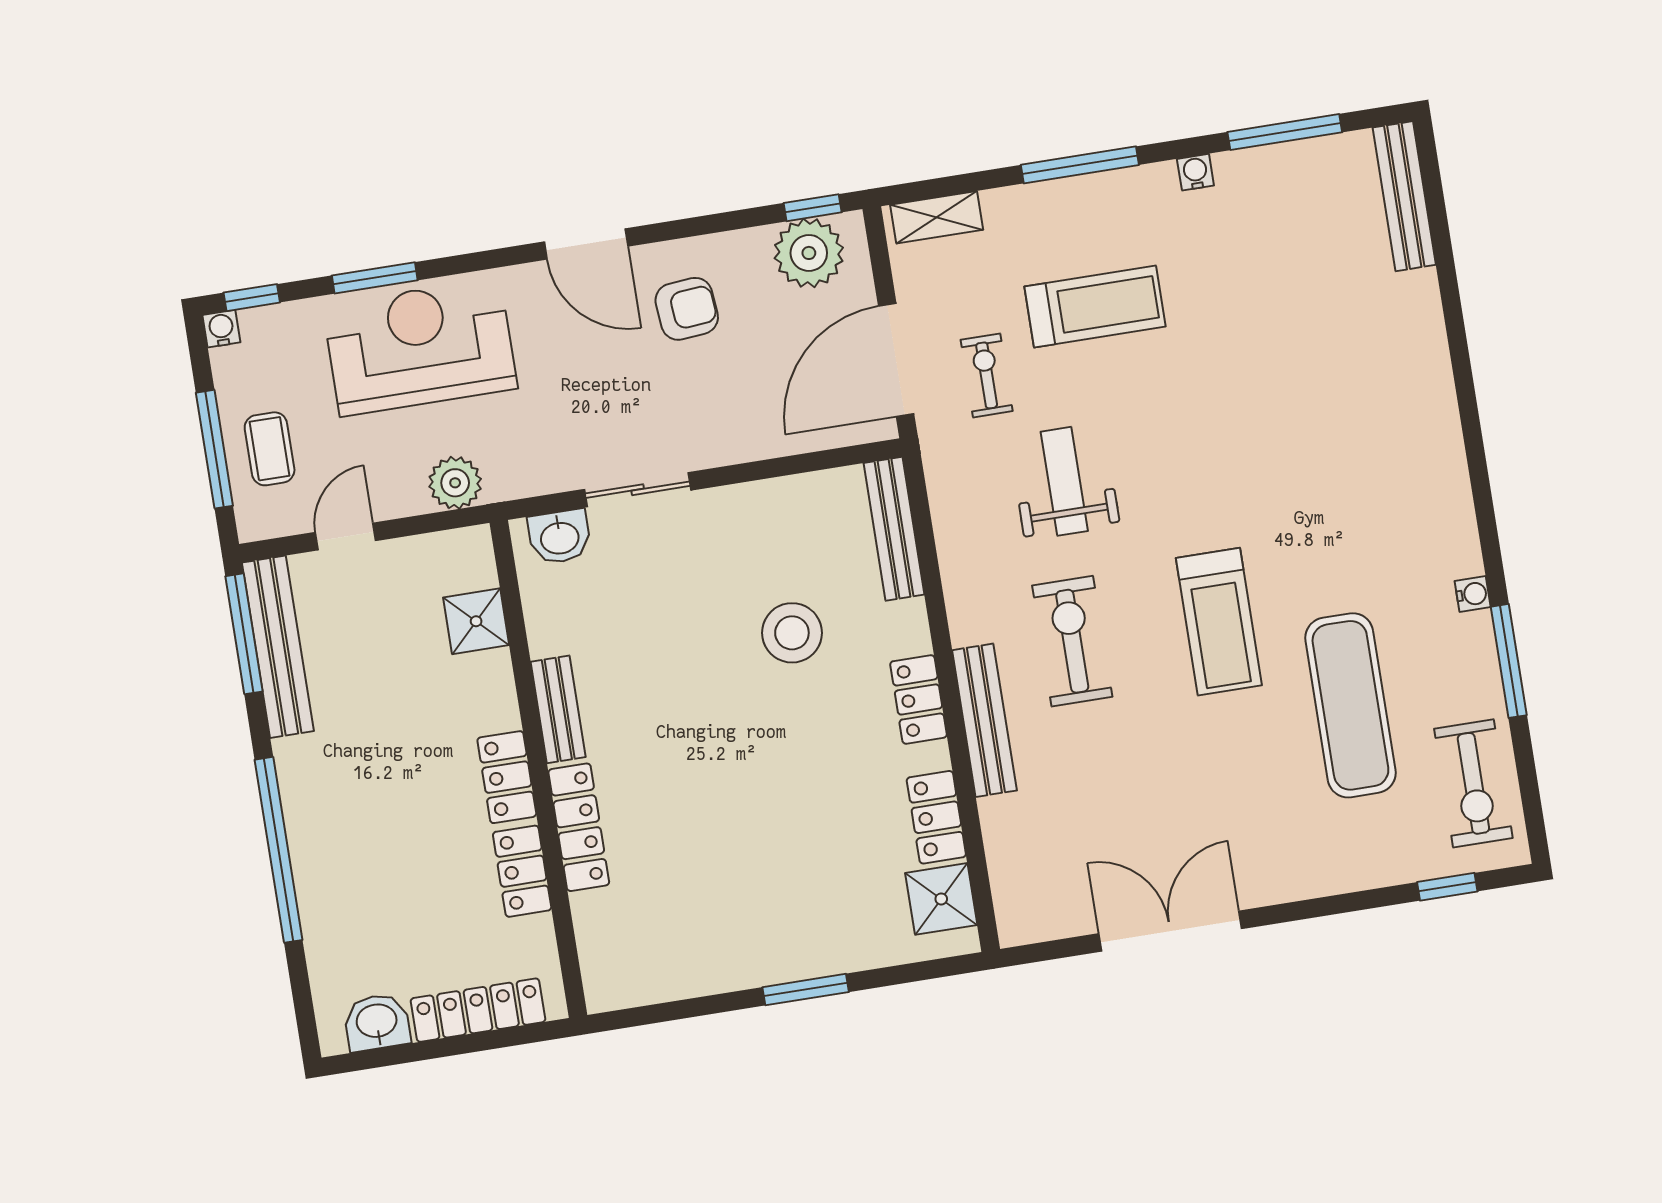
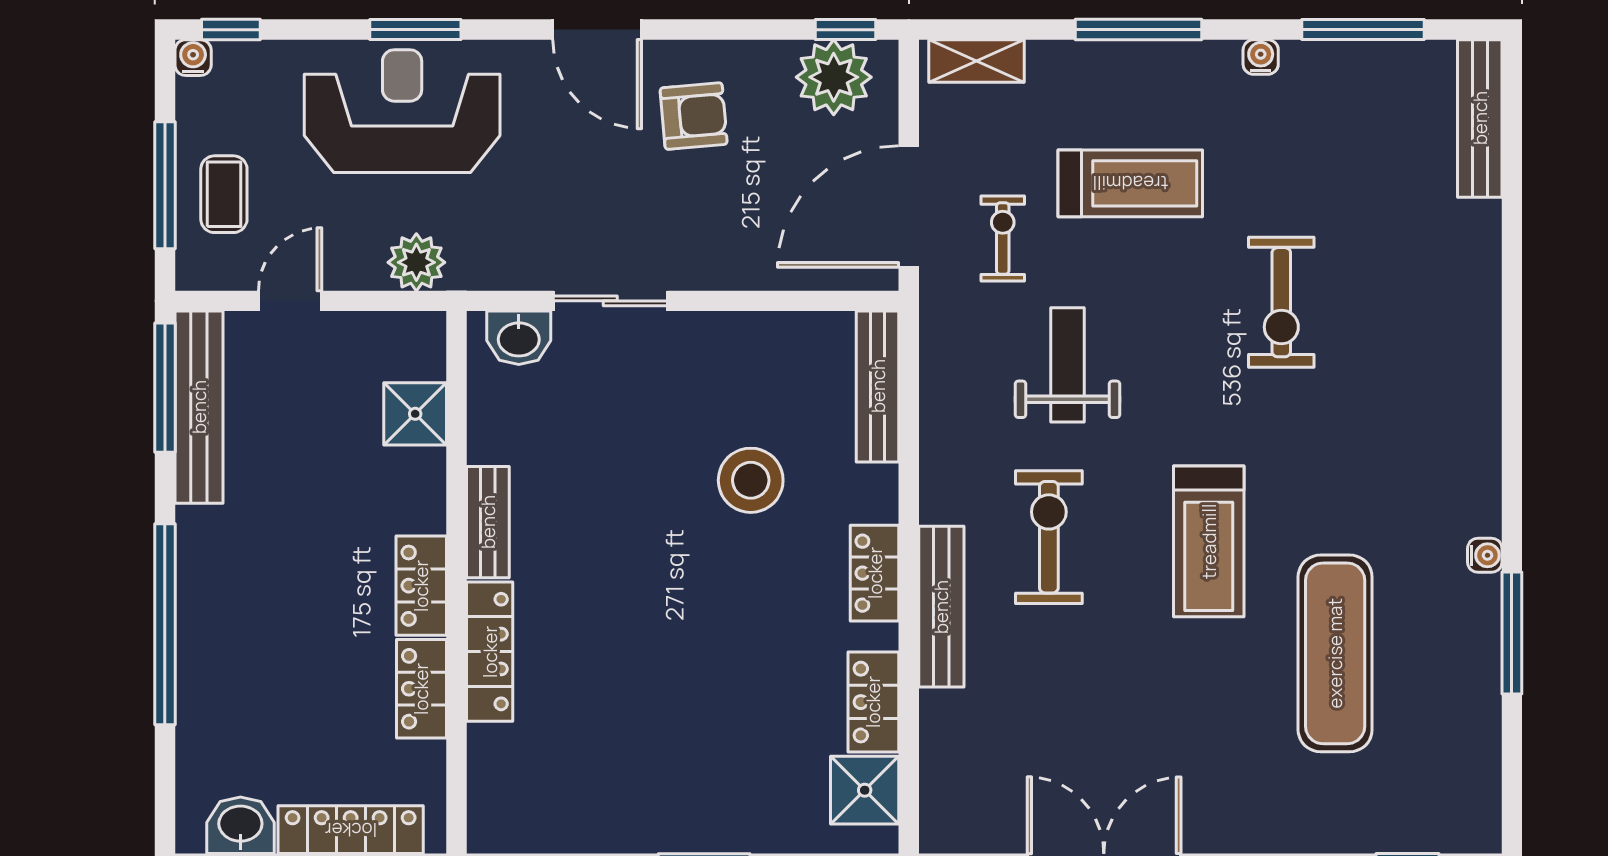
window: (375, 278) -> (415, 30), moved
exercise bike: (1473, 783) -> (1281, 302), moved

